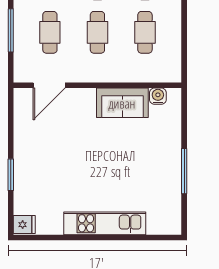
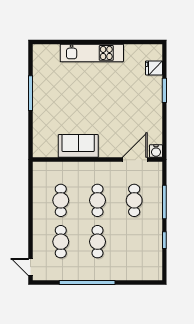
water cooler: (158, 96) -> (156, 151), moved
fridge: (24, 225) -> (154, 68), moved

